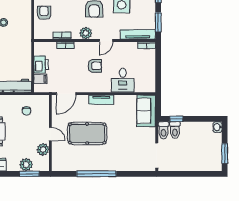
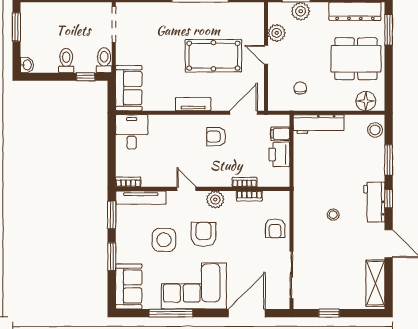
door: (106, 40) -> (186, 189), hinge flipped
armchair: (95, 66) -> (216, 137), moved
desk: (123, 80) -> (132, 132), moved
toilet: (175, 130) -> (66, 61), moved

